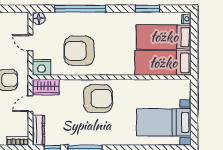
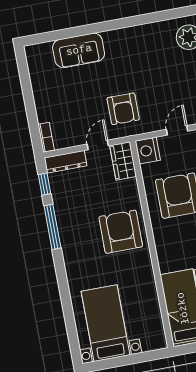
armchair: (98, 99) -> (121, 232), turned 180
door: (31, 104) -> (98, 145), hinge flipped

